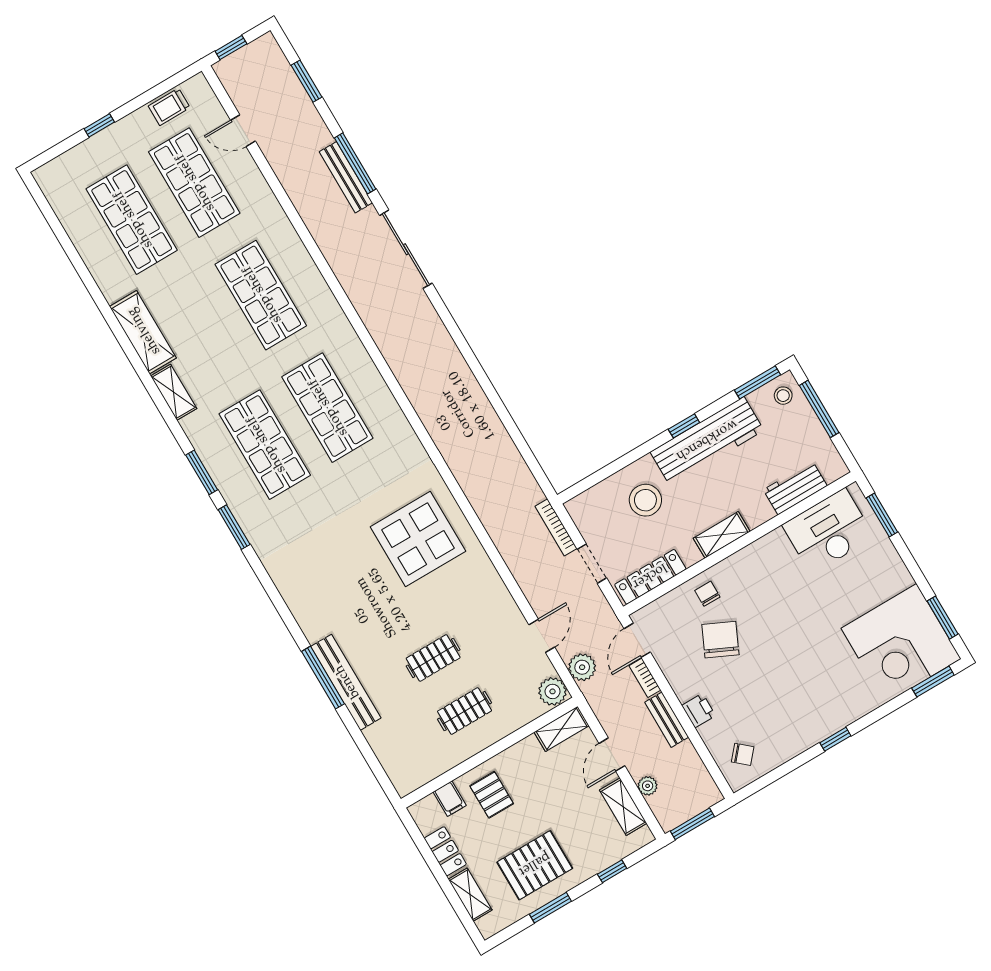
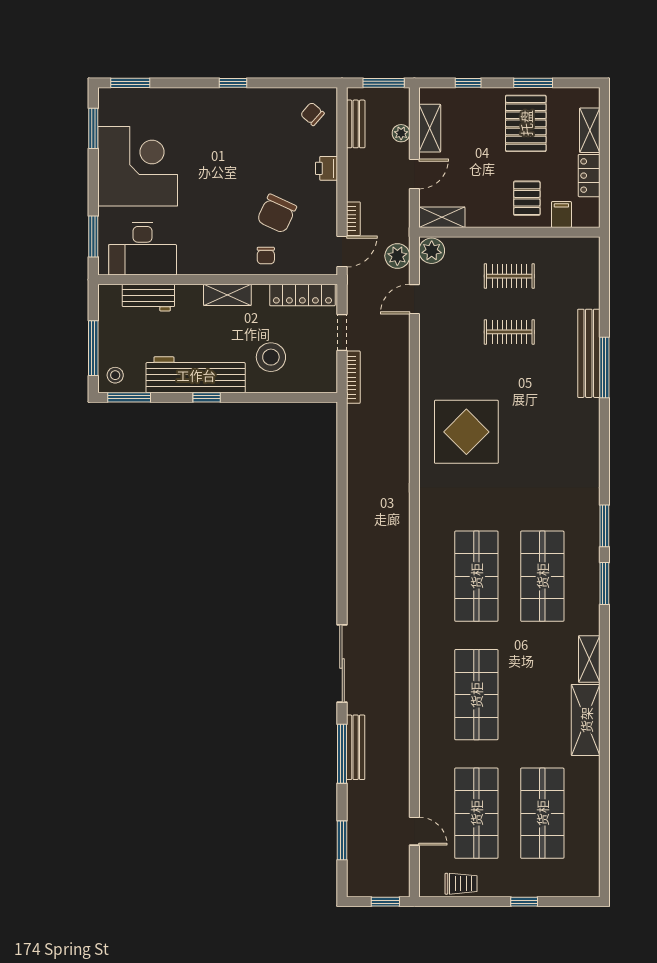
corner desk: (901, 644) -> (138, 166), moved
bench: (667, 720) -> (356, 124), moved
pallet: (535, 865) -> (526, 123), turned 90

